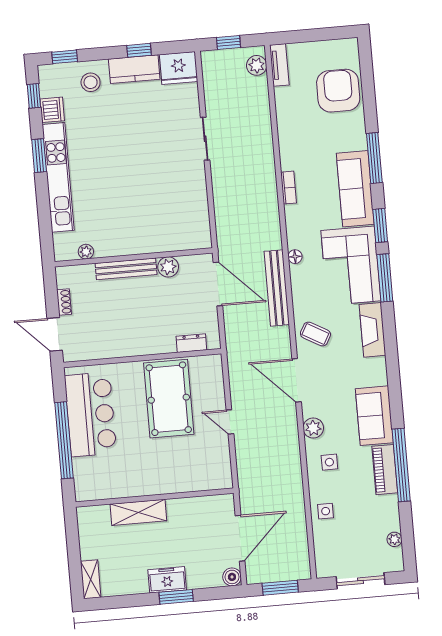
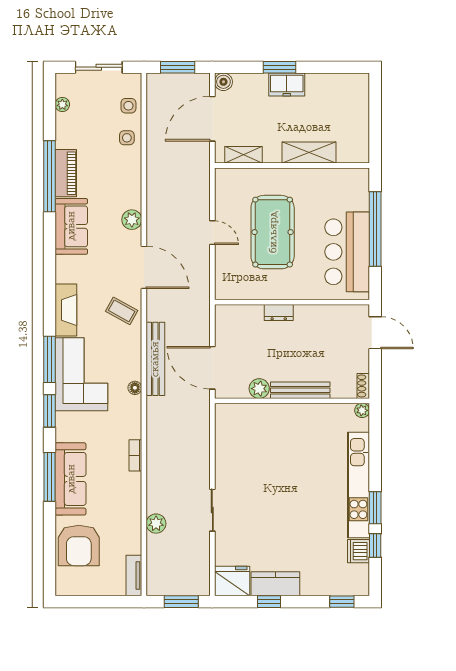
window: (229, 43) -> (181, 602), width x1.50
plant: (257, 65) -> (156, 524), moved
stool: (91, 82) -> (319, 575), removed
window: (34, 96) -> (375, 545), moved
sofa: (355, 189) -> (71, 479), moved
plant: (86, 252) -> (362, 410), moved
shoe rack: (64, 302) -> (363, 386), moved
dresser: (191, 343) -> (279, 312), moved
pool table: (169, 399) -> (273, 232), moved
side table: (329, 462) -> (128, 106), moved
shelving: (91, 579) -> (243, 155), moved, turned 90

